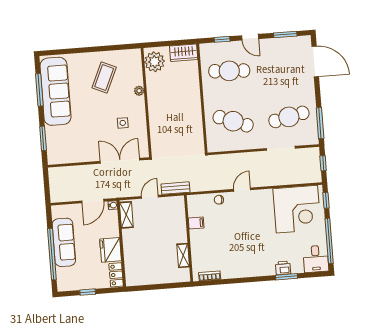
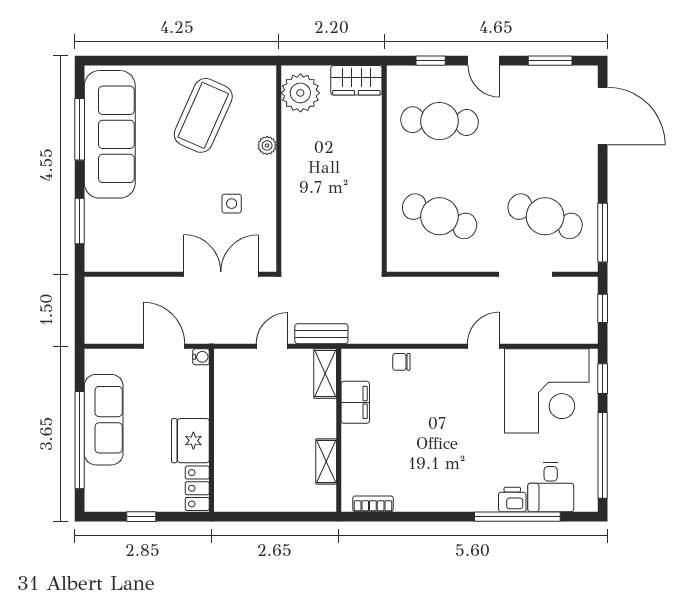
coffee table: (104, 77) -> (203, 115), width x1.36, depth x1.32
cafe table: (289, 117) -> (545, 216), turned 33
door: (242, 190) -> (483, 346), moved
door: (93, 201) -> (164, 346), swing flipped
shelving: (126, 215) -> (325, 374), moved
filing cabinet: (196, 223) -> (355, 402), width x2.00
desk: (316, 259) -> (551, 487), moved
window: (286, 277) -> (517, 517), width x2.11

